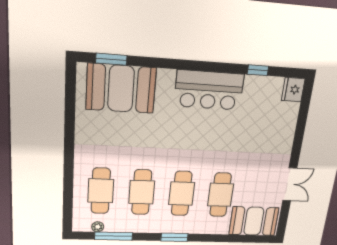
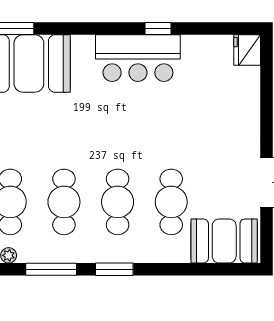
window: (258, 70) -> (158, 29), moved
window: (114, 236) -> (51, 269), moved

